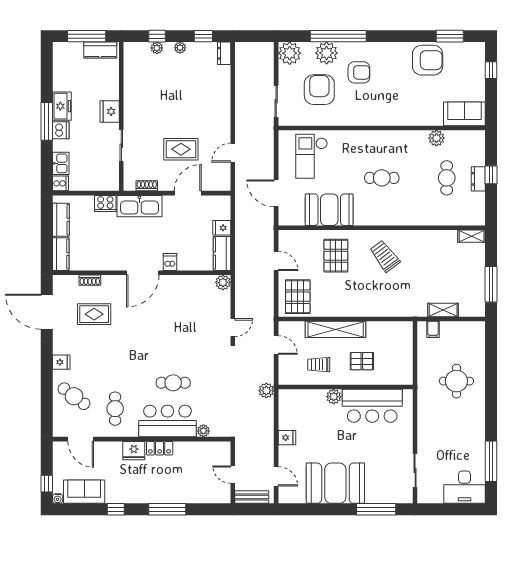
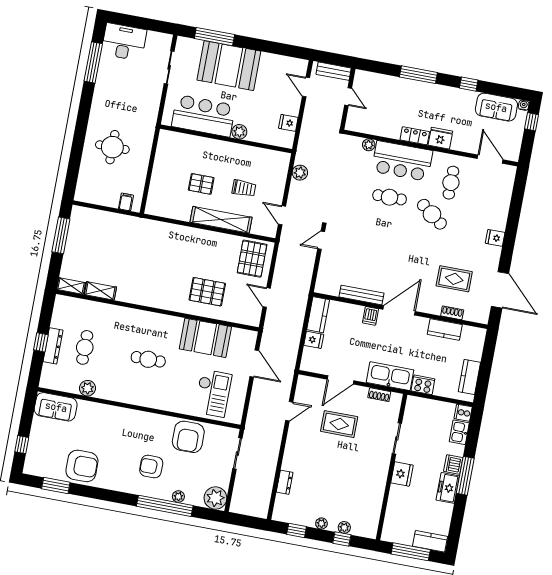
kitchen counter: (100, 50) -> (430, 541), moved
dresser: (224, 53) -> (285, 482), moved
plant: (327, 53) -> (178, 497), width x0.53, depth x0.53
armchair: (428, 60) -> (82, 466), turned 180
armchair: (319, 90) -> (188, 437), moved
dresser: (478, 179) -> (53, 346), width x1.44
kitchen counter: (61, 254) -> (445, 329), moved, turned -90
pallet: (336, 256) -> (207, 292), turned 90
trolley: (385, 256) -> (159, 282), removed
bench: (183, 281) -> (362, 295), added
plant: (223, 282) -> (322, 286), removed
shelving: (443, 310) -> (100, 291), moved
wall: (346, 387) -> (226, 139), moved
cafe table: (74, 396) -> (432, 214), moved
plant: (334, 397) -> (239, 132), moved
bar counter: (372, 406) -> (203, 116), moved
booth: (335, 483) -> (229, 66), moved

